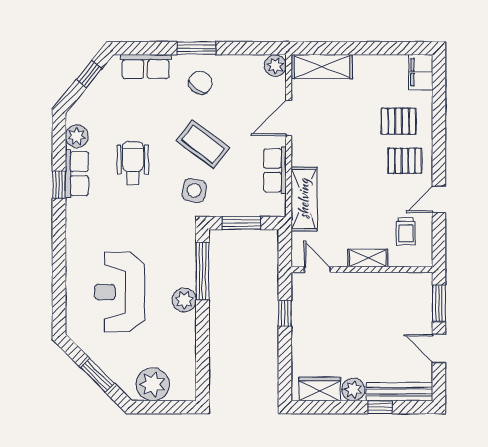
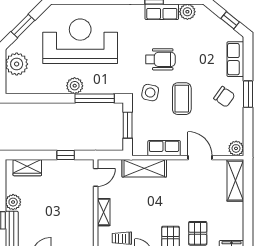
coffee table: (203, 144) -> (182, 99), turned -37
wheelchair: (133, 163) -> (160, 59), moved
reception desk: (120, 292) -> (80, 41), width x1.36, depth x1.30
wardrobe: (320, 389) -> (27, 168), moved, turned 90

